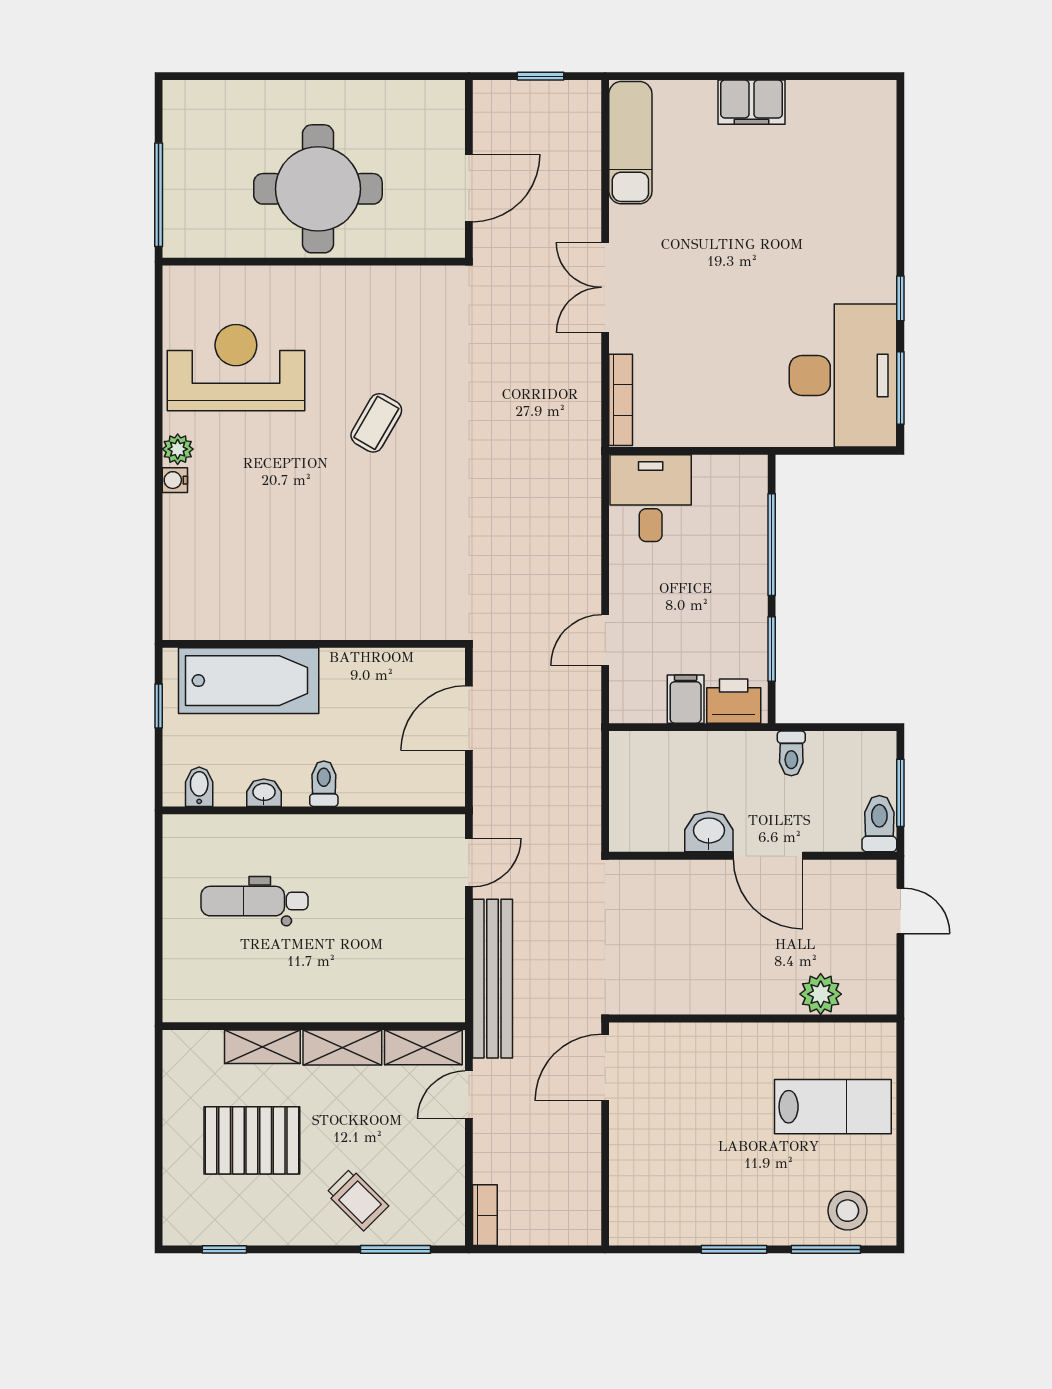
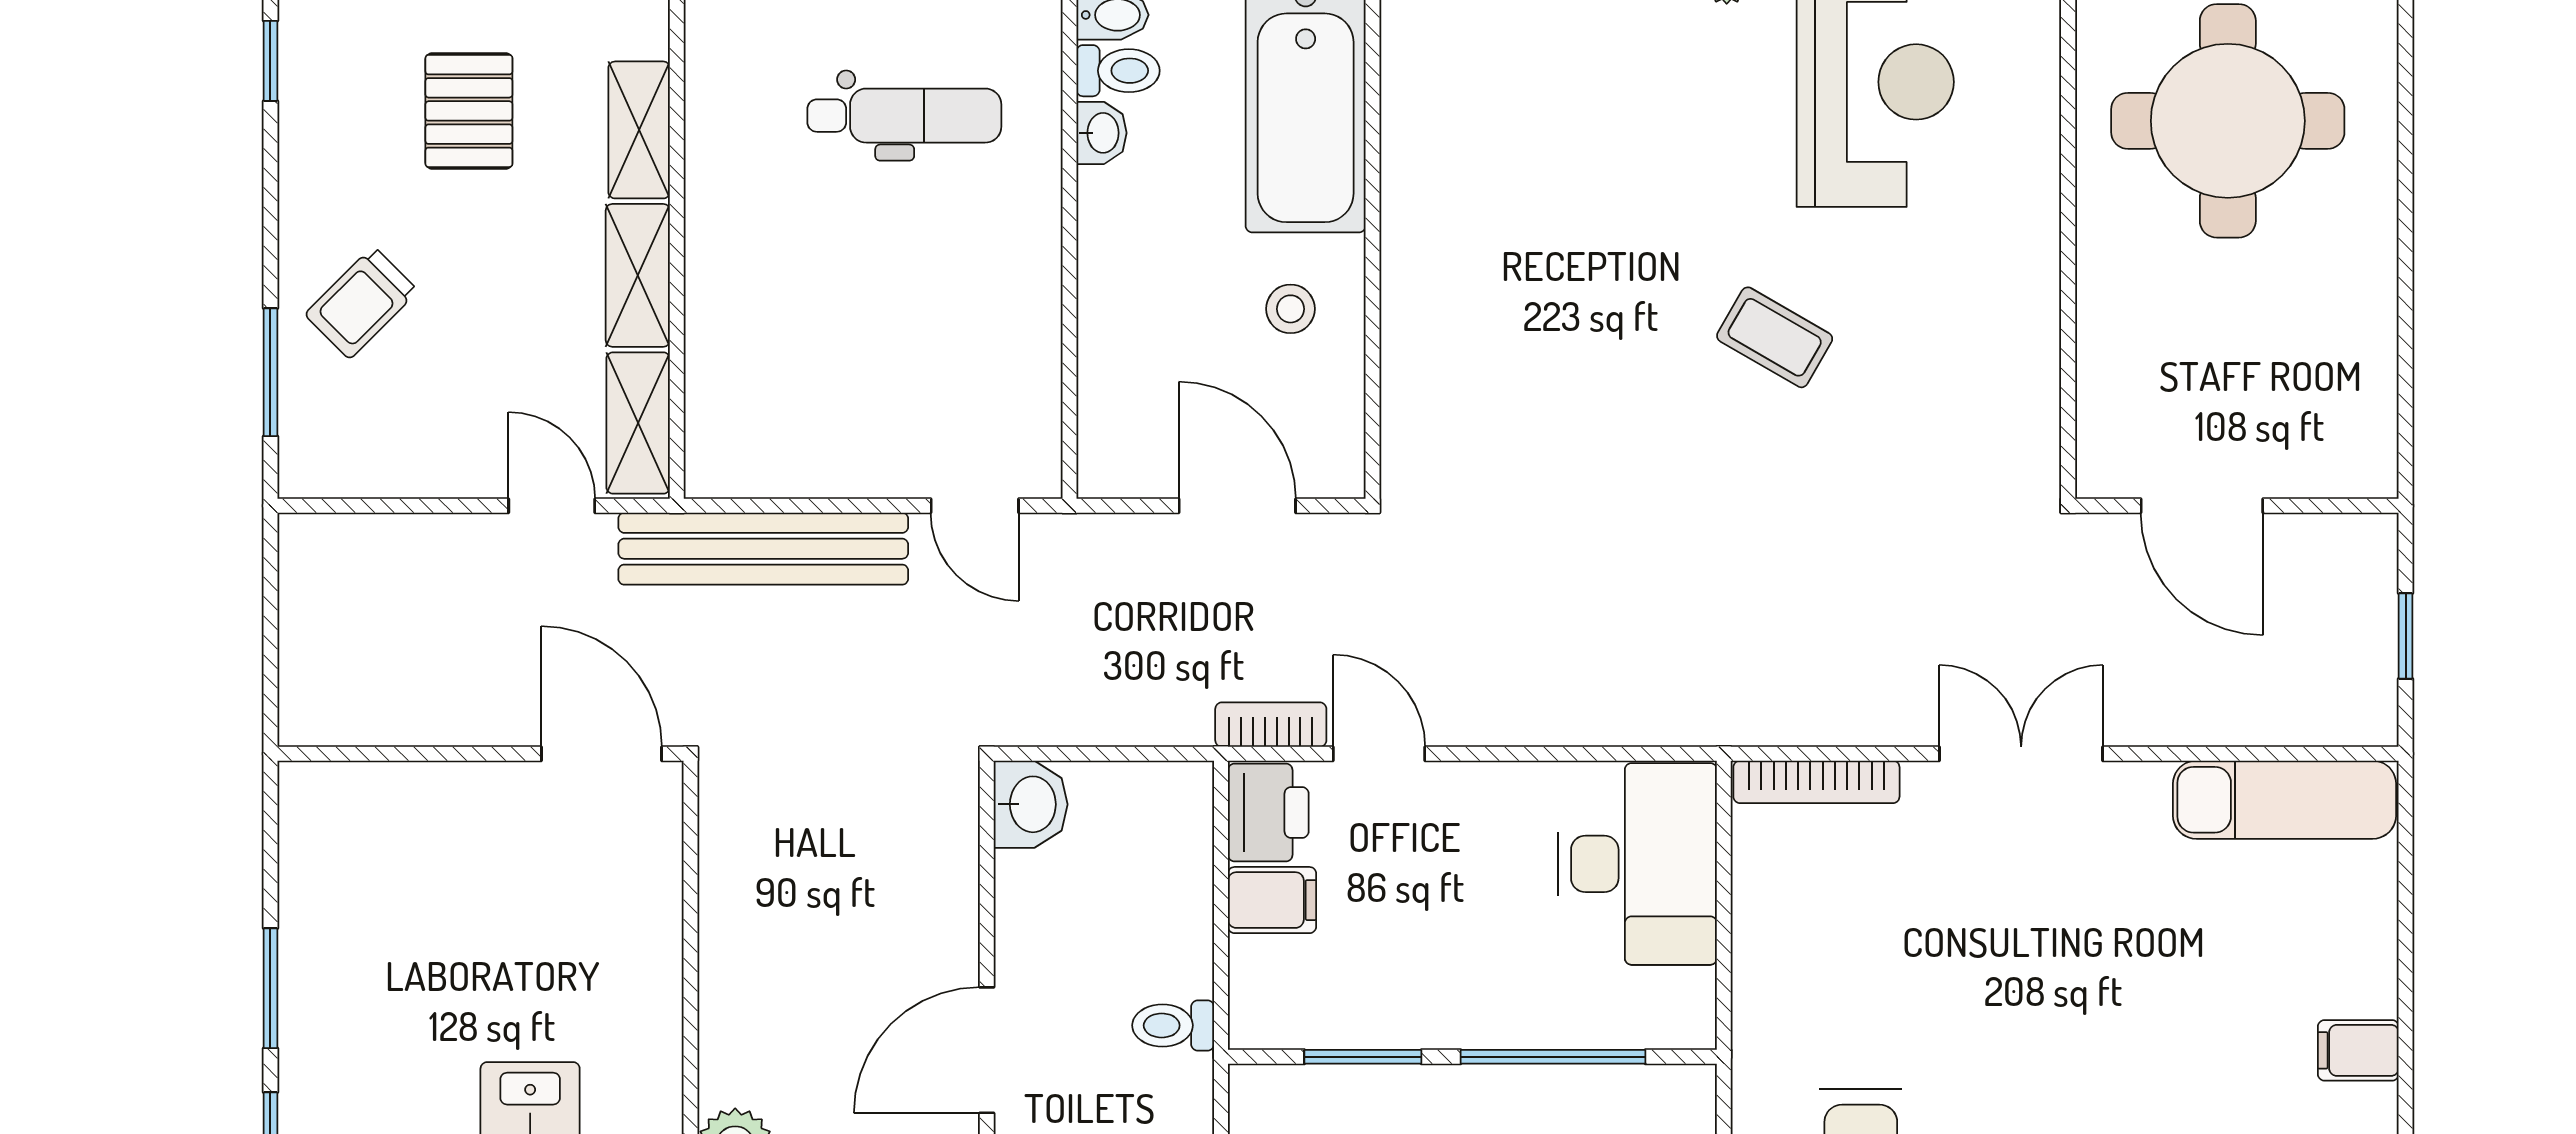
filing cabinet: (751, 102) -> (2358, 1050), width x0.50
round table: (318, 189) -> (2228, 121), moved
desk: (651, 498) -> (1638, 864), width x1.37
stool: (361, 689) -> (1291, 309), added
printer: (734, 701) -> (1268, 812), moved
toilet: (791, 753) -> (1173, 1025), moved
toilet: (324, 784) -> (1118, 71), moved
washbasin: (709, 832) -> (1031, 804), moved
dental chair: (254, 901) -> (904, 116), turned 90
pallet: (252, 1140) -> (469, 111), width x0.67, depth x0.71
bookcase: (485, 1215) -> (1271, 725), moved, turned 180

